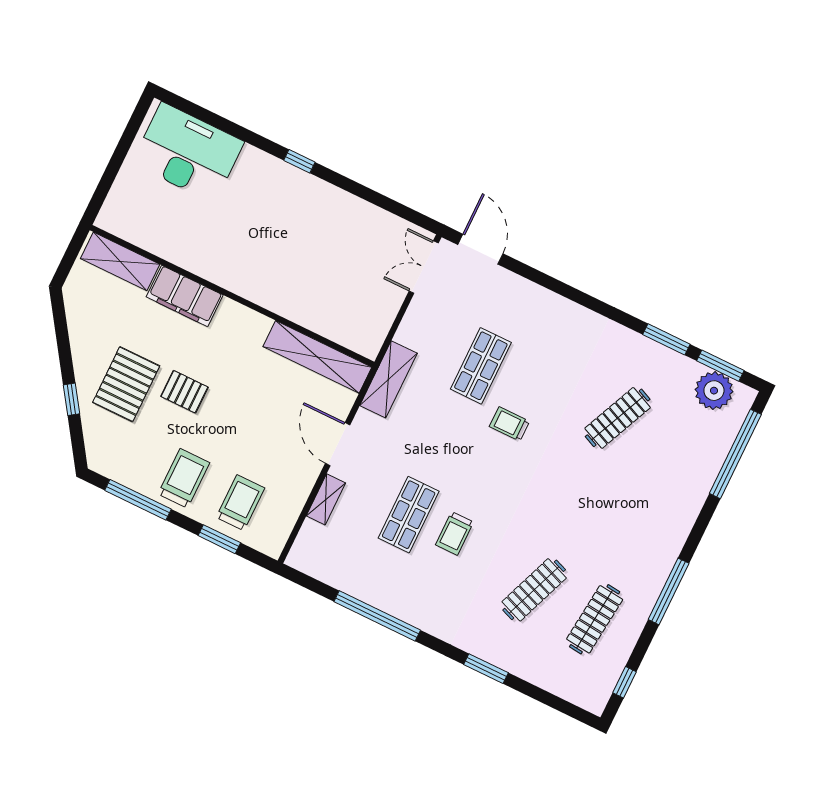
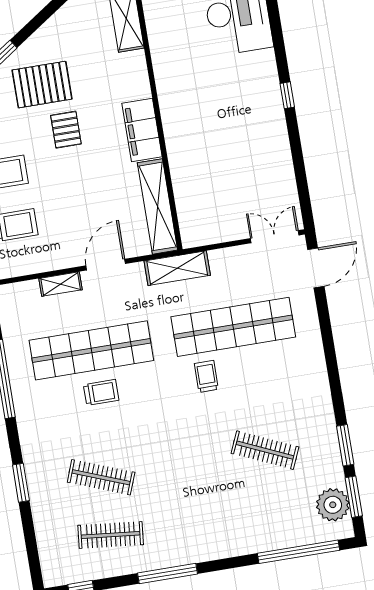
filing cabinet: (185, 296) -> (142, 130), moved
shop shelf: (481, 366) -> (233, 327), width x2.00, depth x1.36
shop shelf: (409, 515) -> (91, 350), width x2.00, depth x1.36
trolley: (455, 533) -> (101, 392), turned 180

